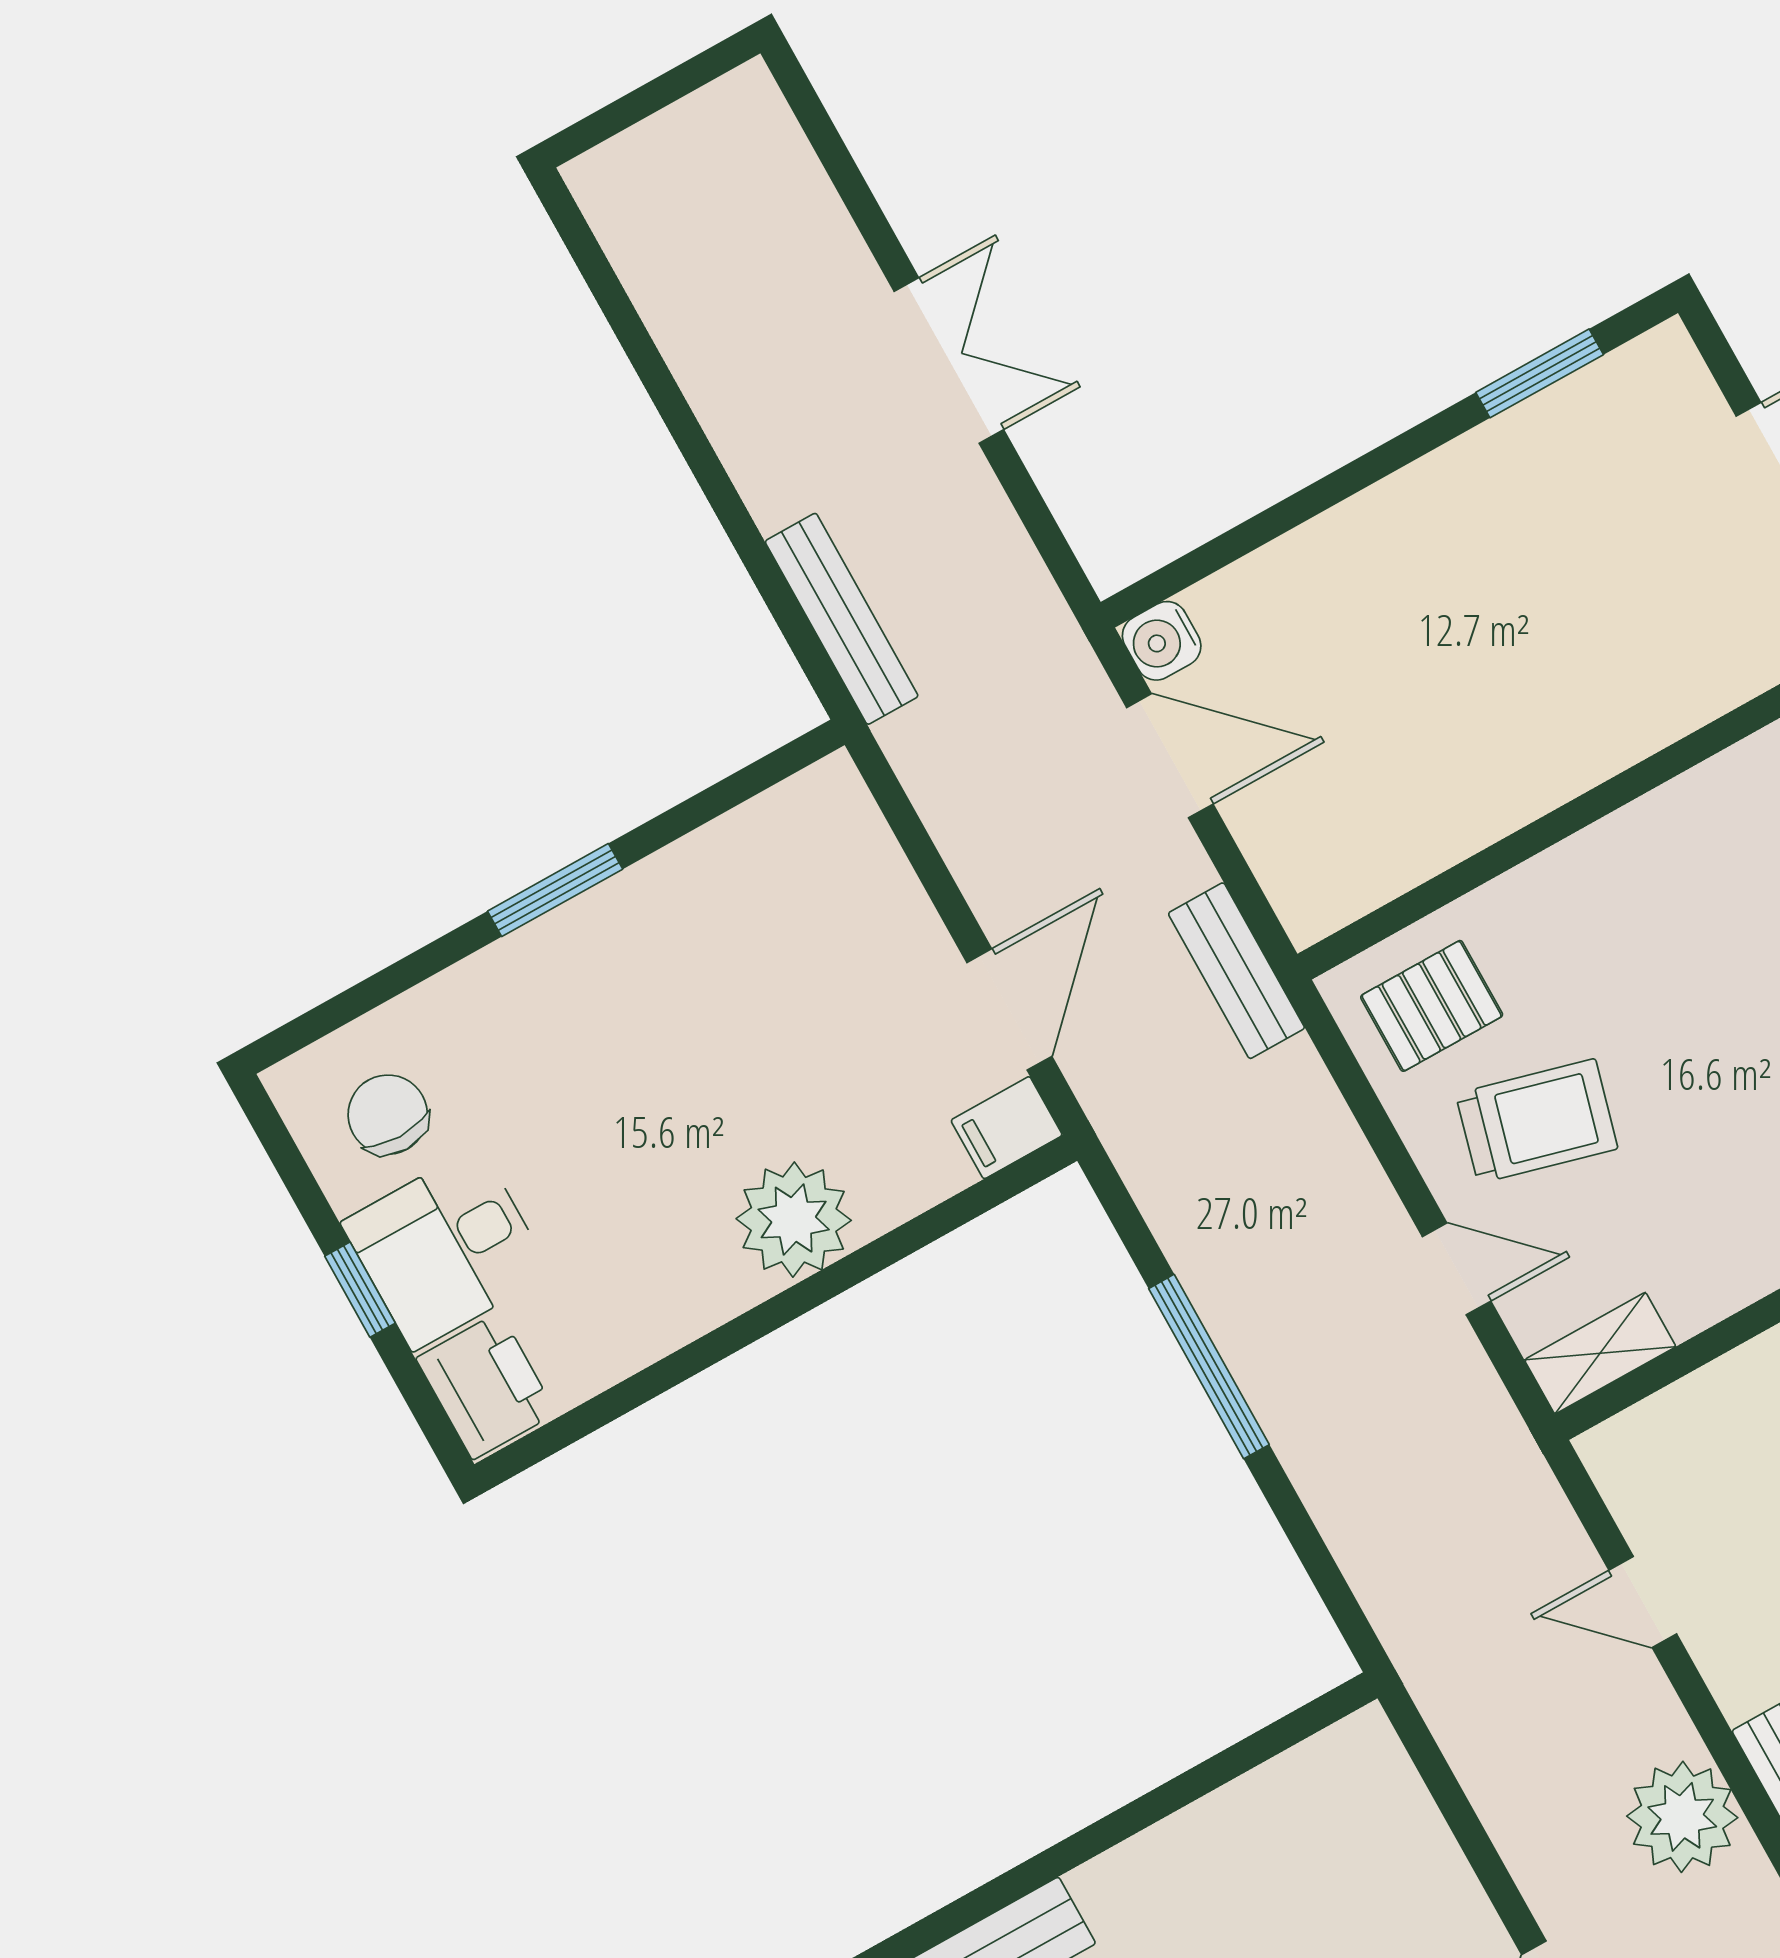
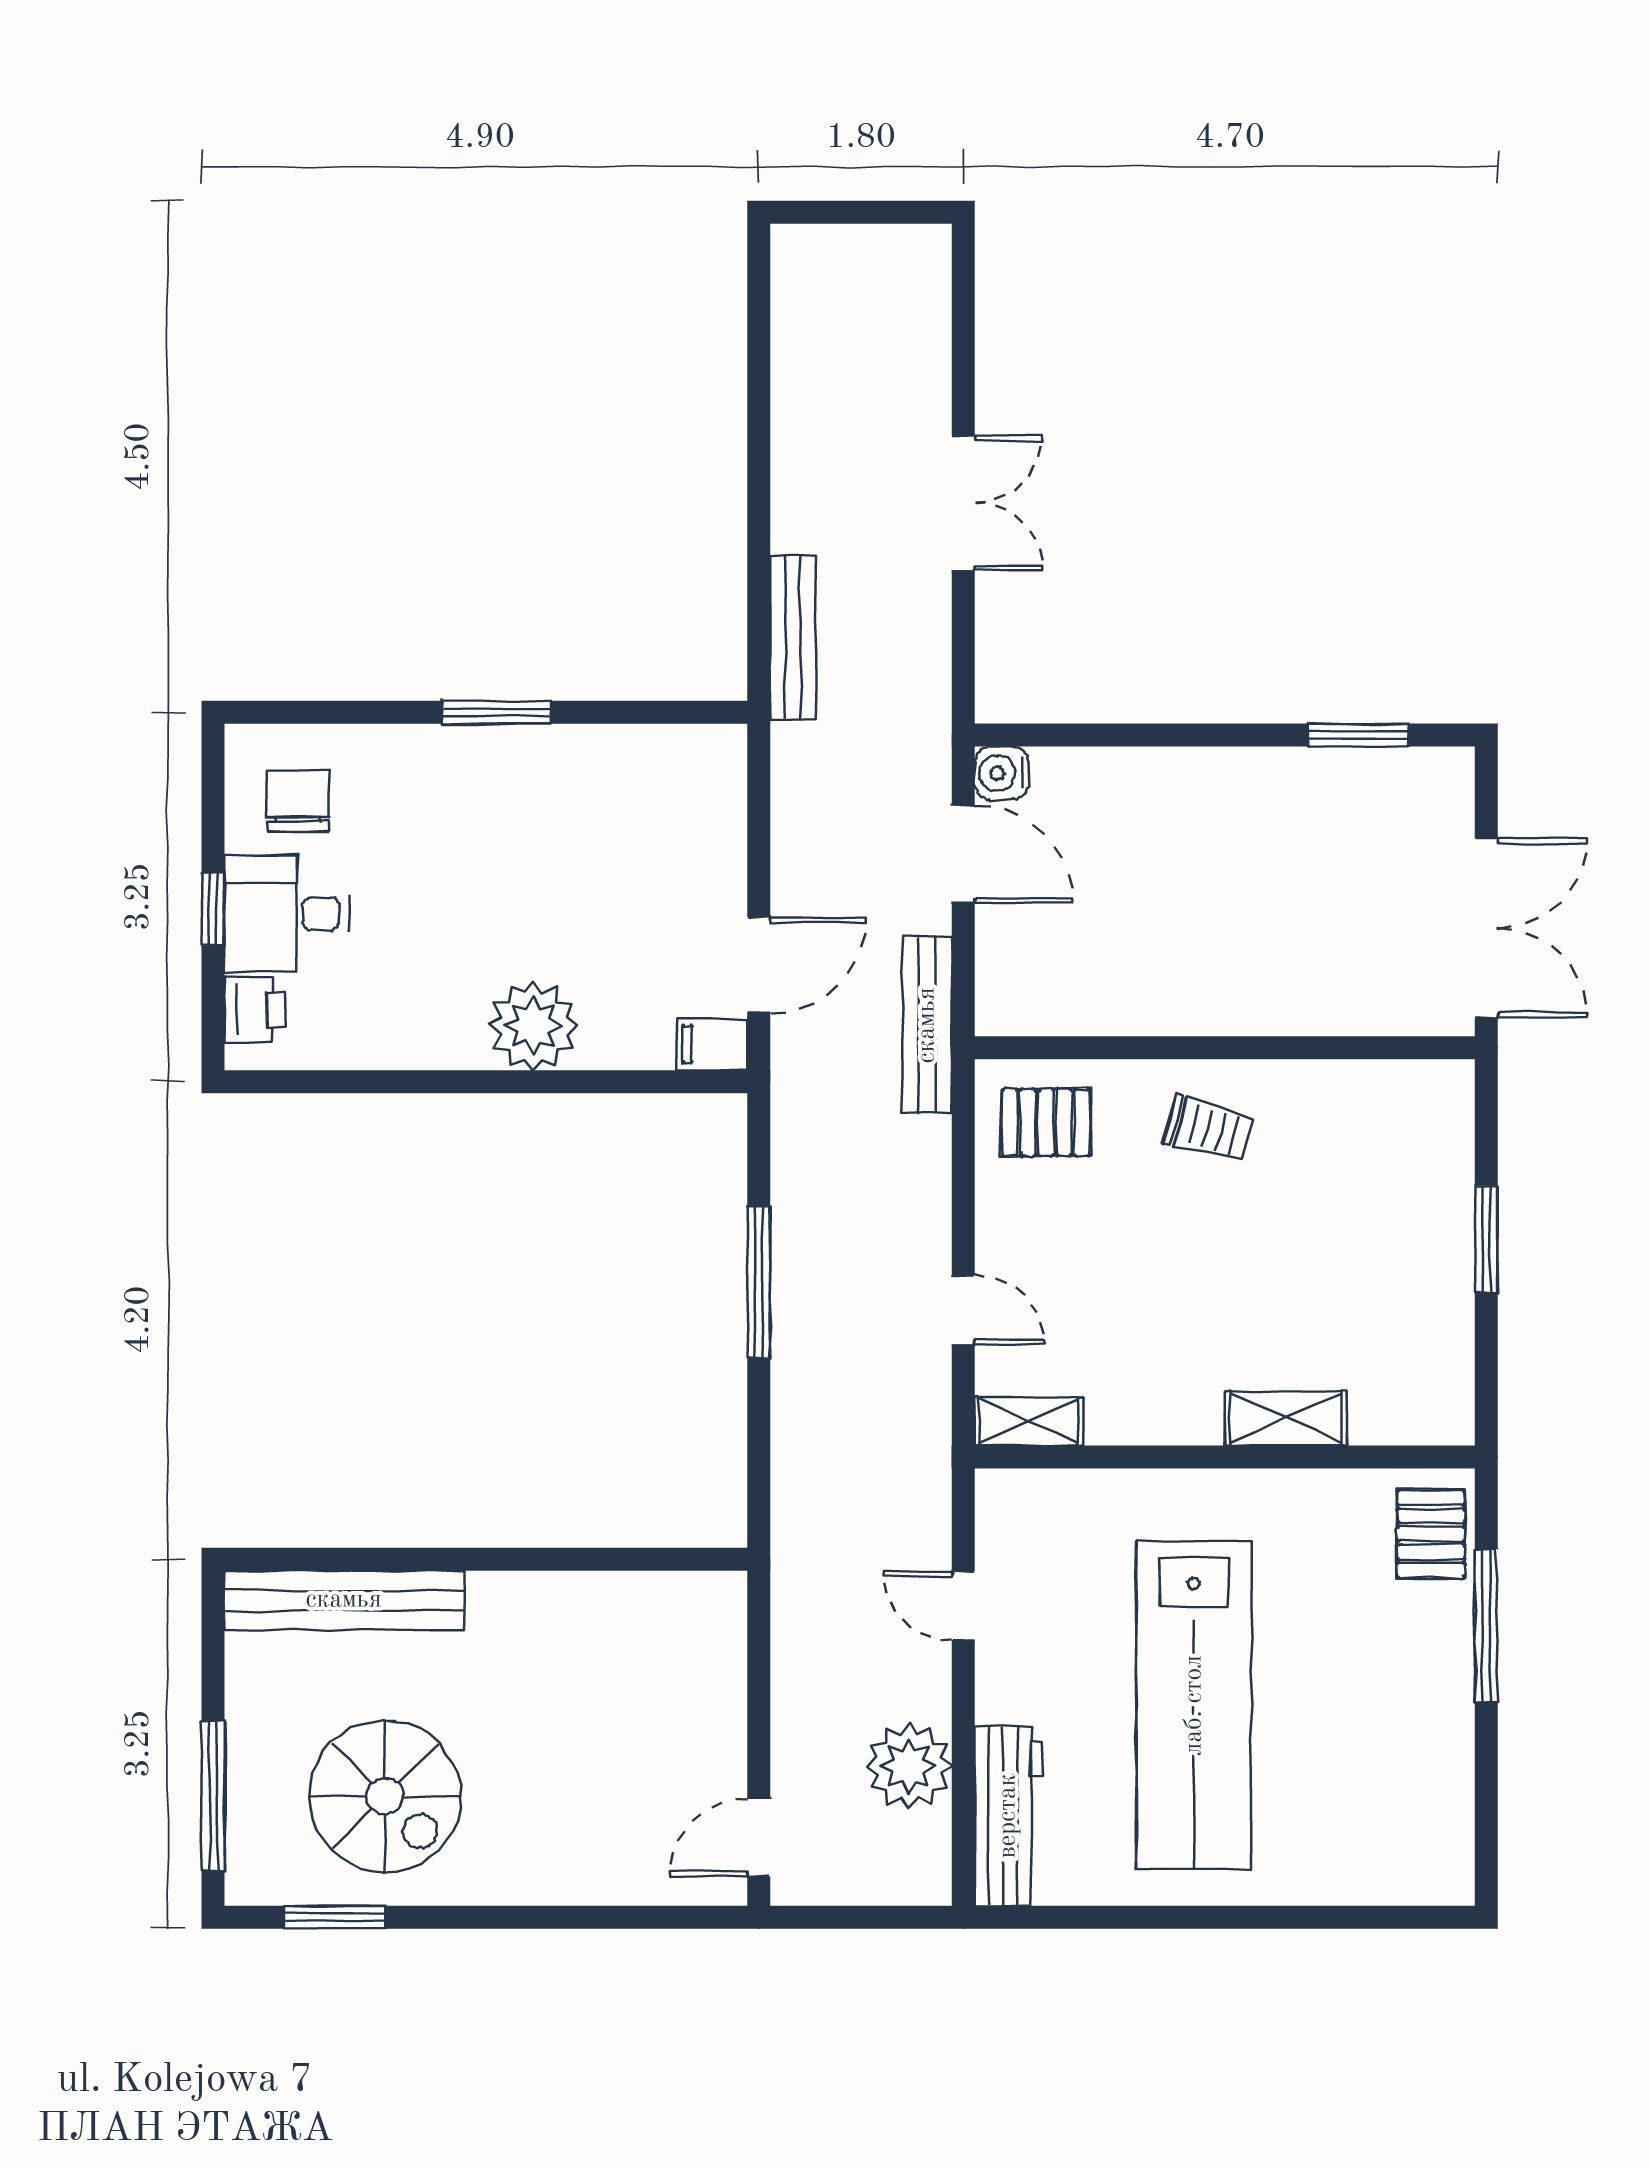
bench: (1236, 971) -> (927, 1025), width x1.36
trolley: (1537, 1121) -> (1209, 1129), moved, width x0.73, depth x0.72
printer: (486, 1386) -> (255, 1010), width x0.73, depth x0.81

